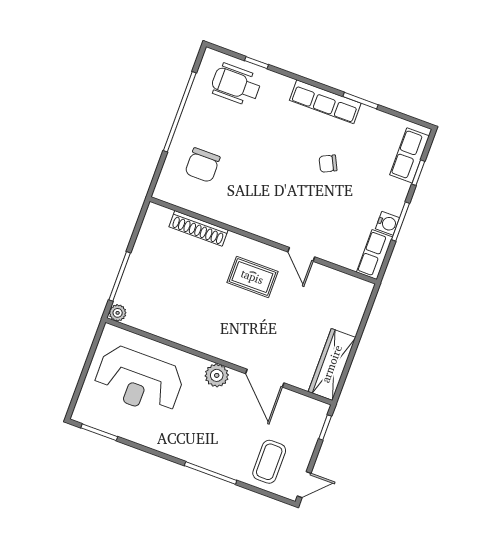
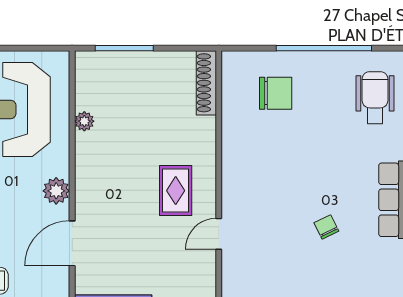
chair: (202, 165) -> (276, 93), turned 180
shoe rack: (199, 228) -> (206, 83), moved
plant: (118, 313) -> (84, 121), moved

